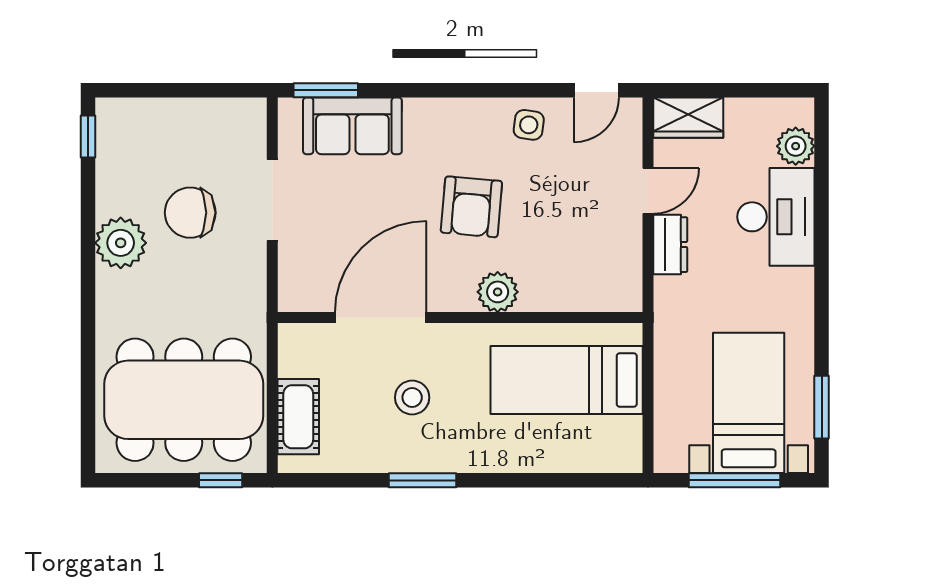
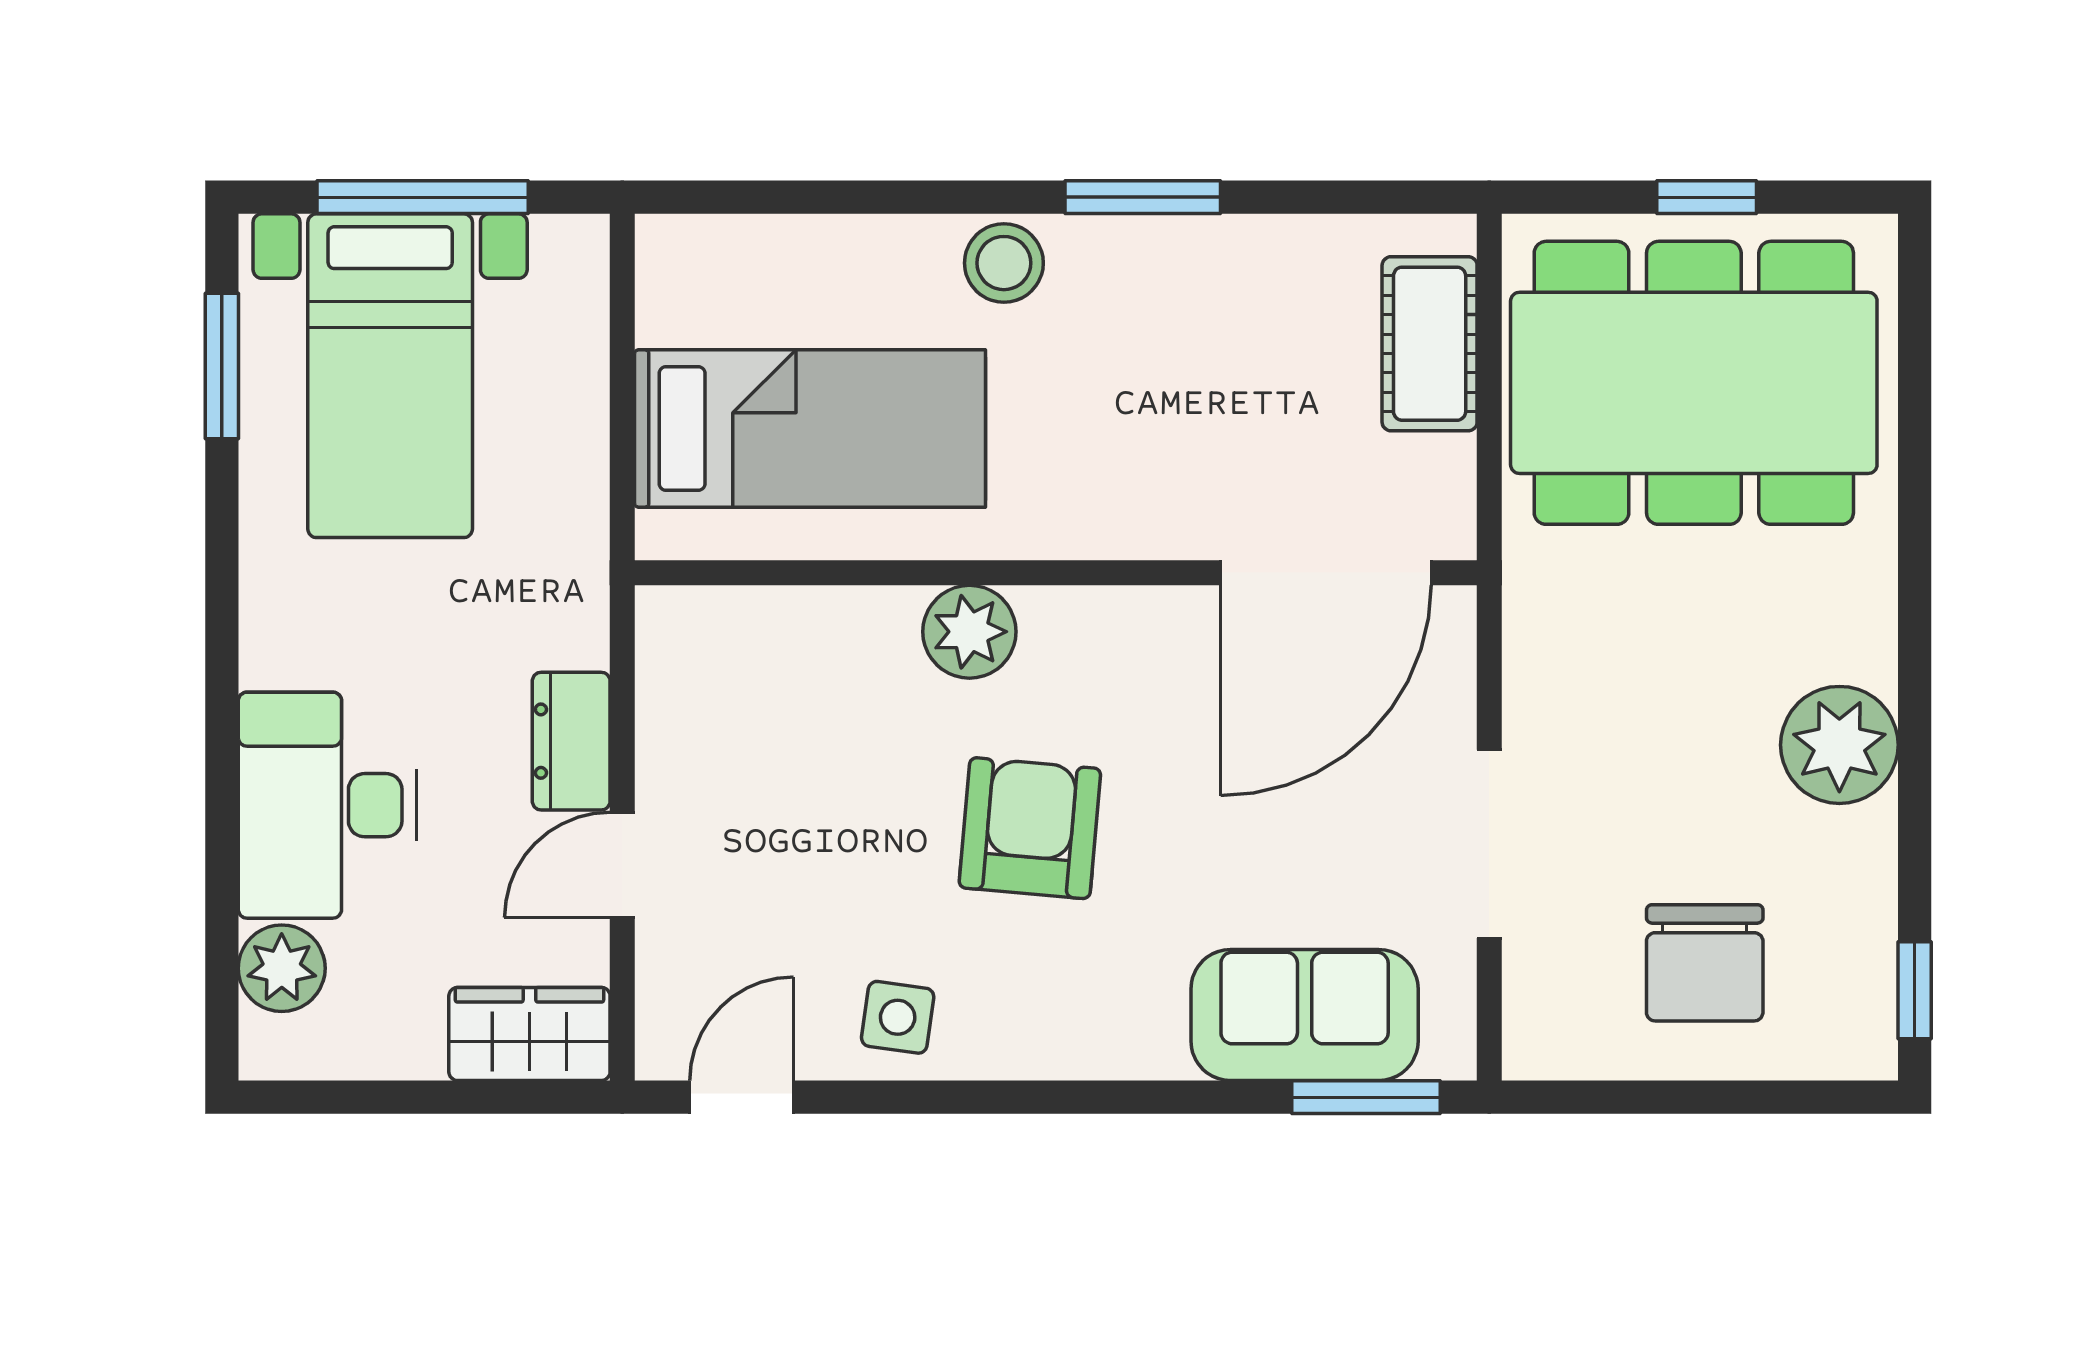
chair: (190, 213) -> (1705, 963), moved, turned 90
door: (381, 317) -> (1326, 573), moved
stool: (412, 397) -> (1004, 263), moved
window: (221, 480) -> (1707, 197), moved

